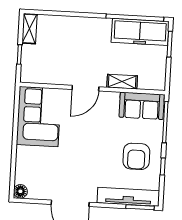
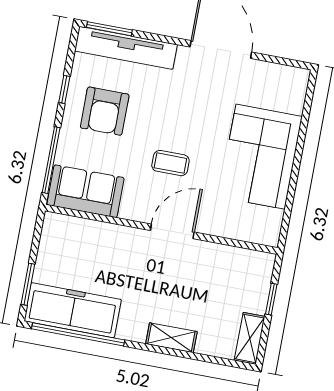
shelving: (122, 82) -> (171, 338), moved
corner sofa: (39, 117) -> (261, 157), moved
coffee table: (92, 130) -> (170, 163), added
armchair: (136, 156) -> (105, 111), turned 180
floor lamp: (20, 191) -> (298, 79), removed

